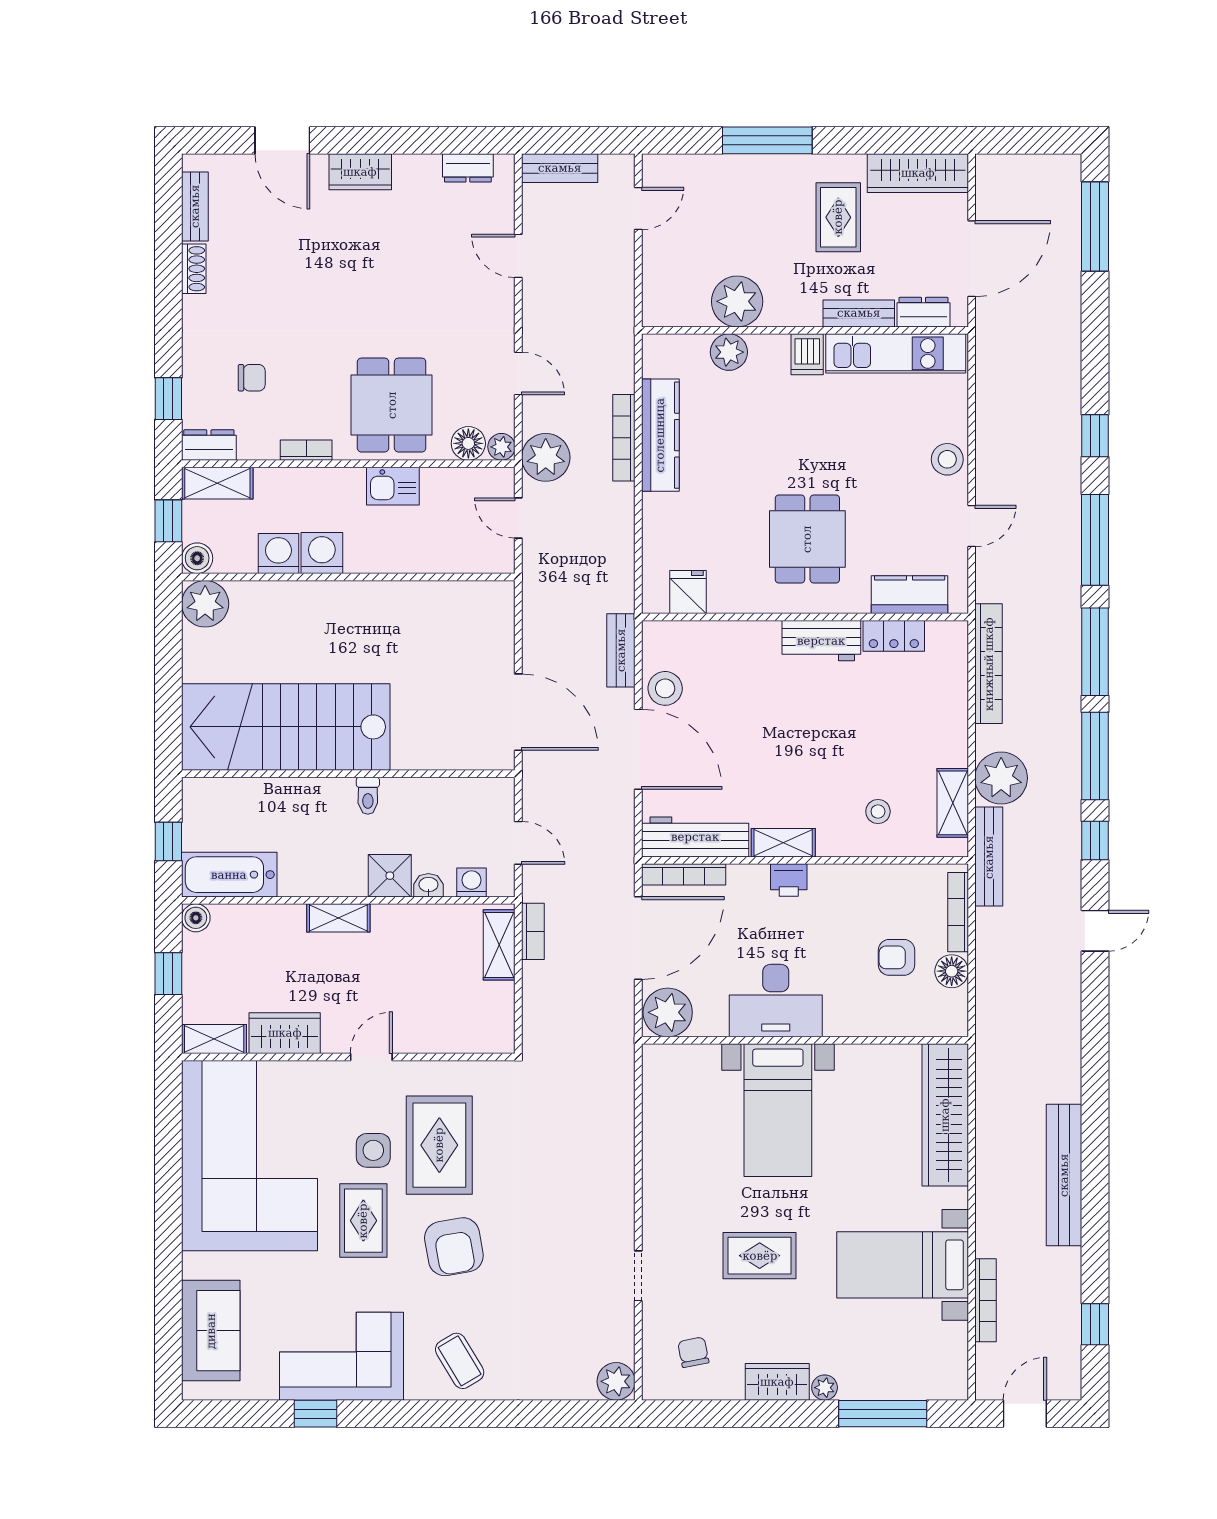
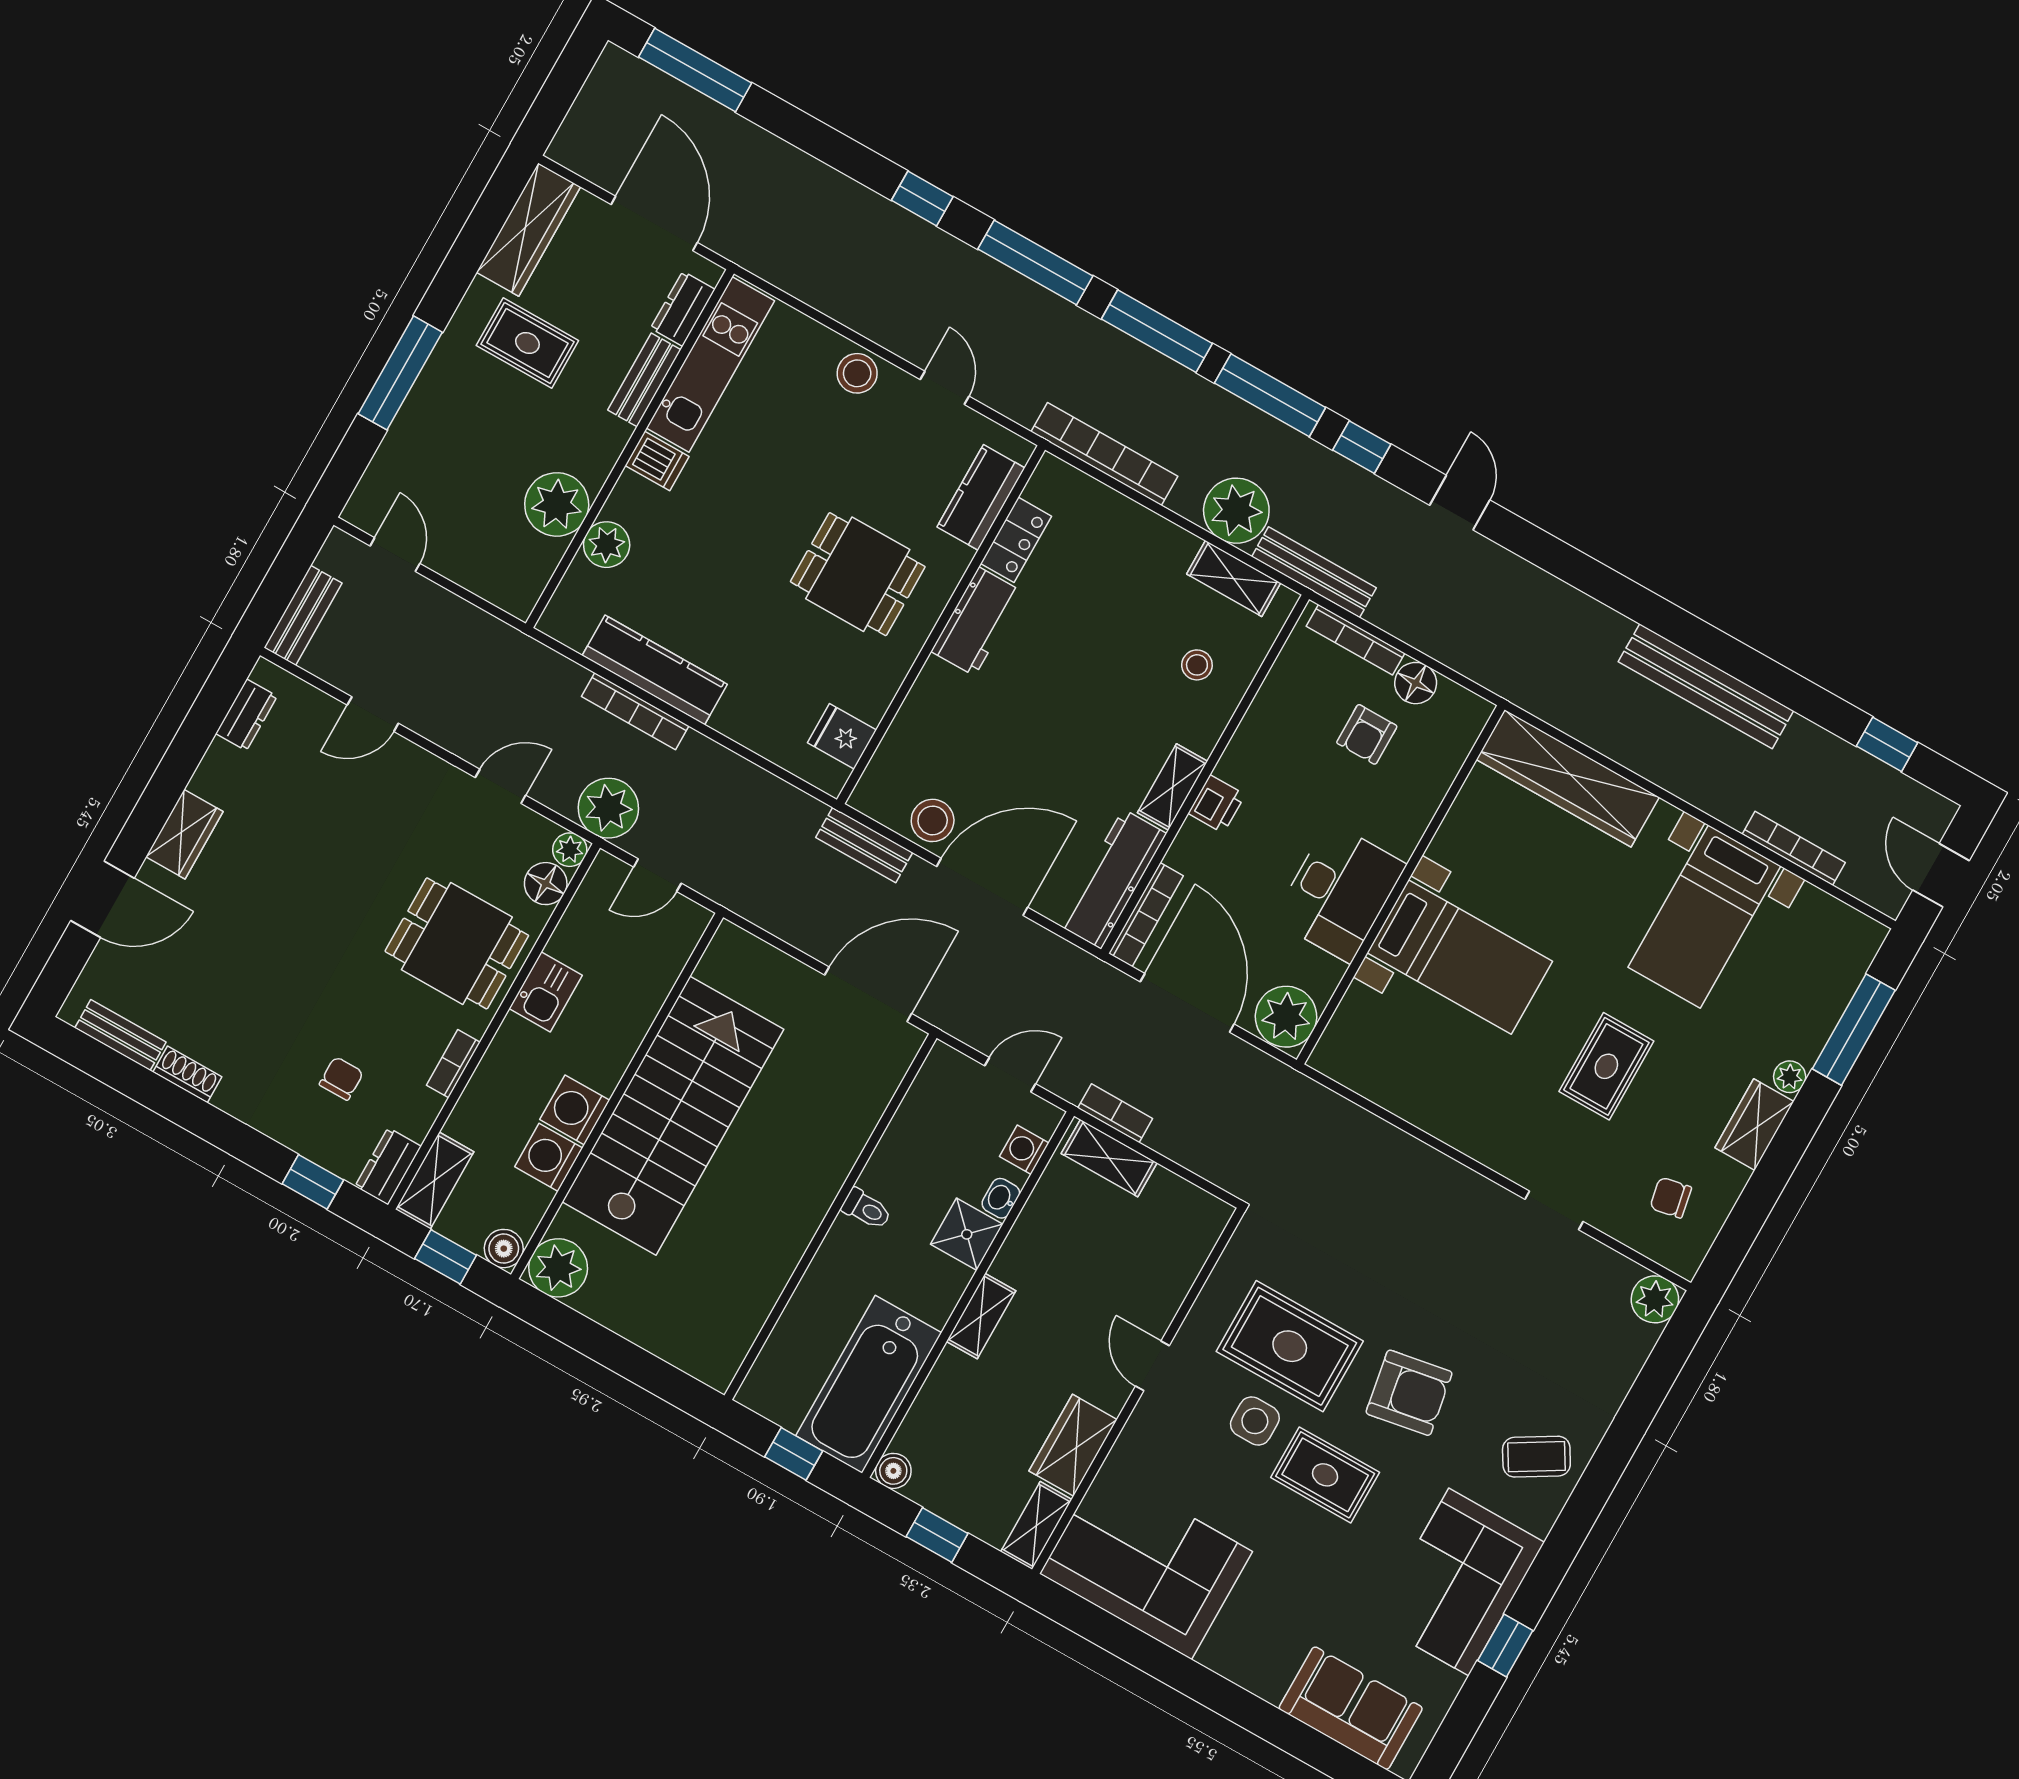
stairs: (286, 727) -> (673, 1116), moved, turned 180
bathtub: (229, 875) -> (869, 1384), width x1.36, depth x1.36
corner sofa: (249, 1156) -> (1146, 1563), width x0.73, depth x0.74

